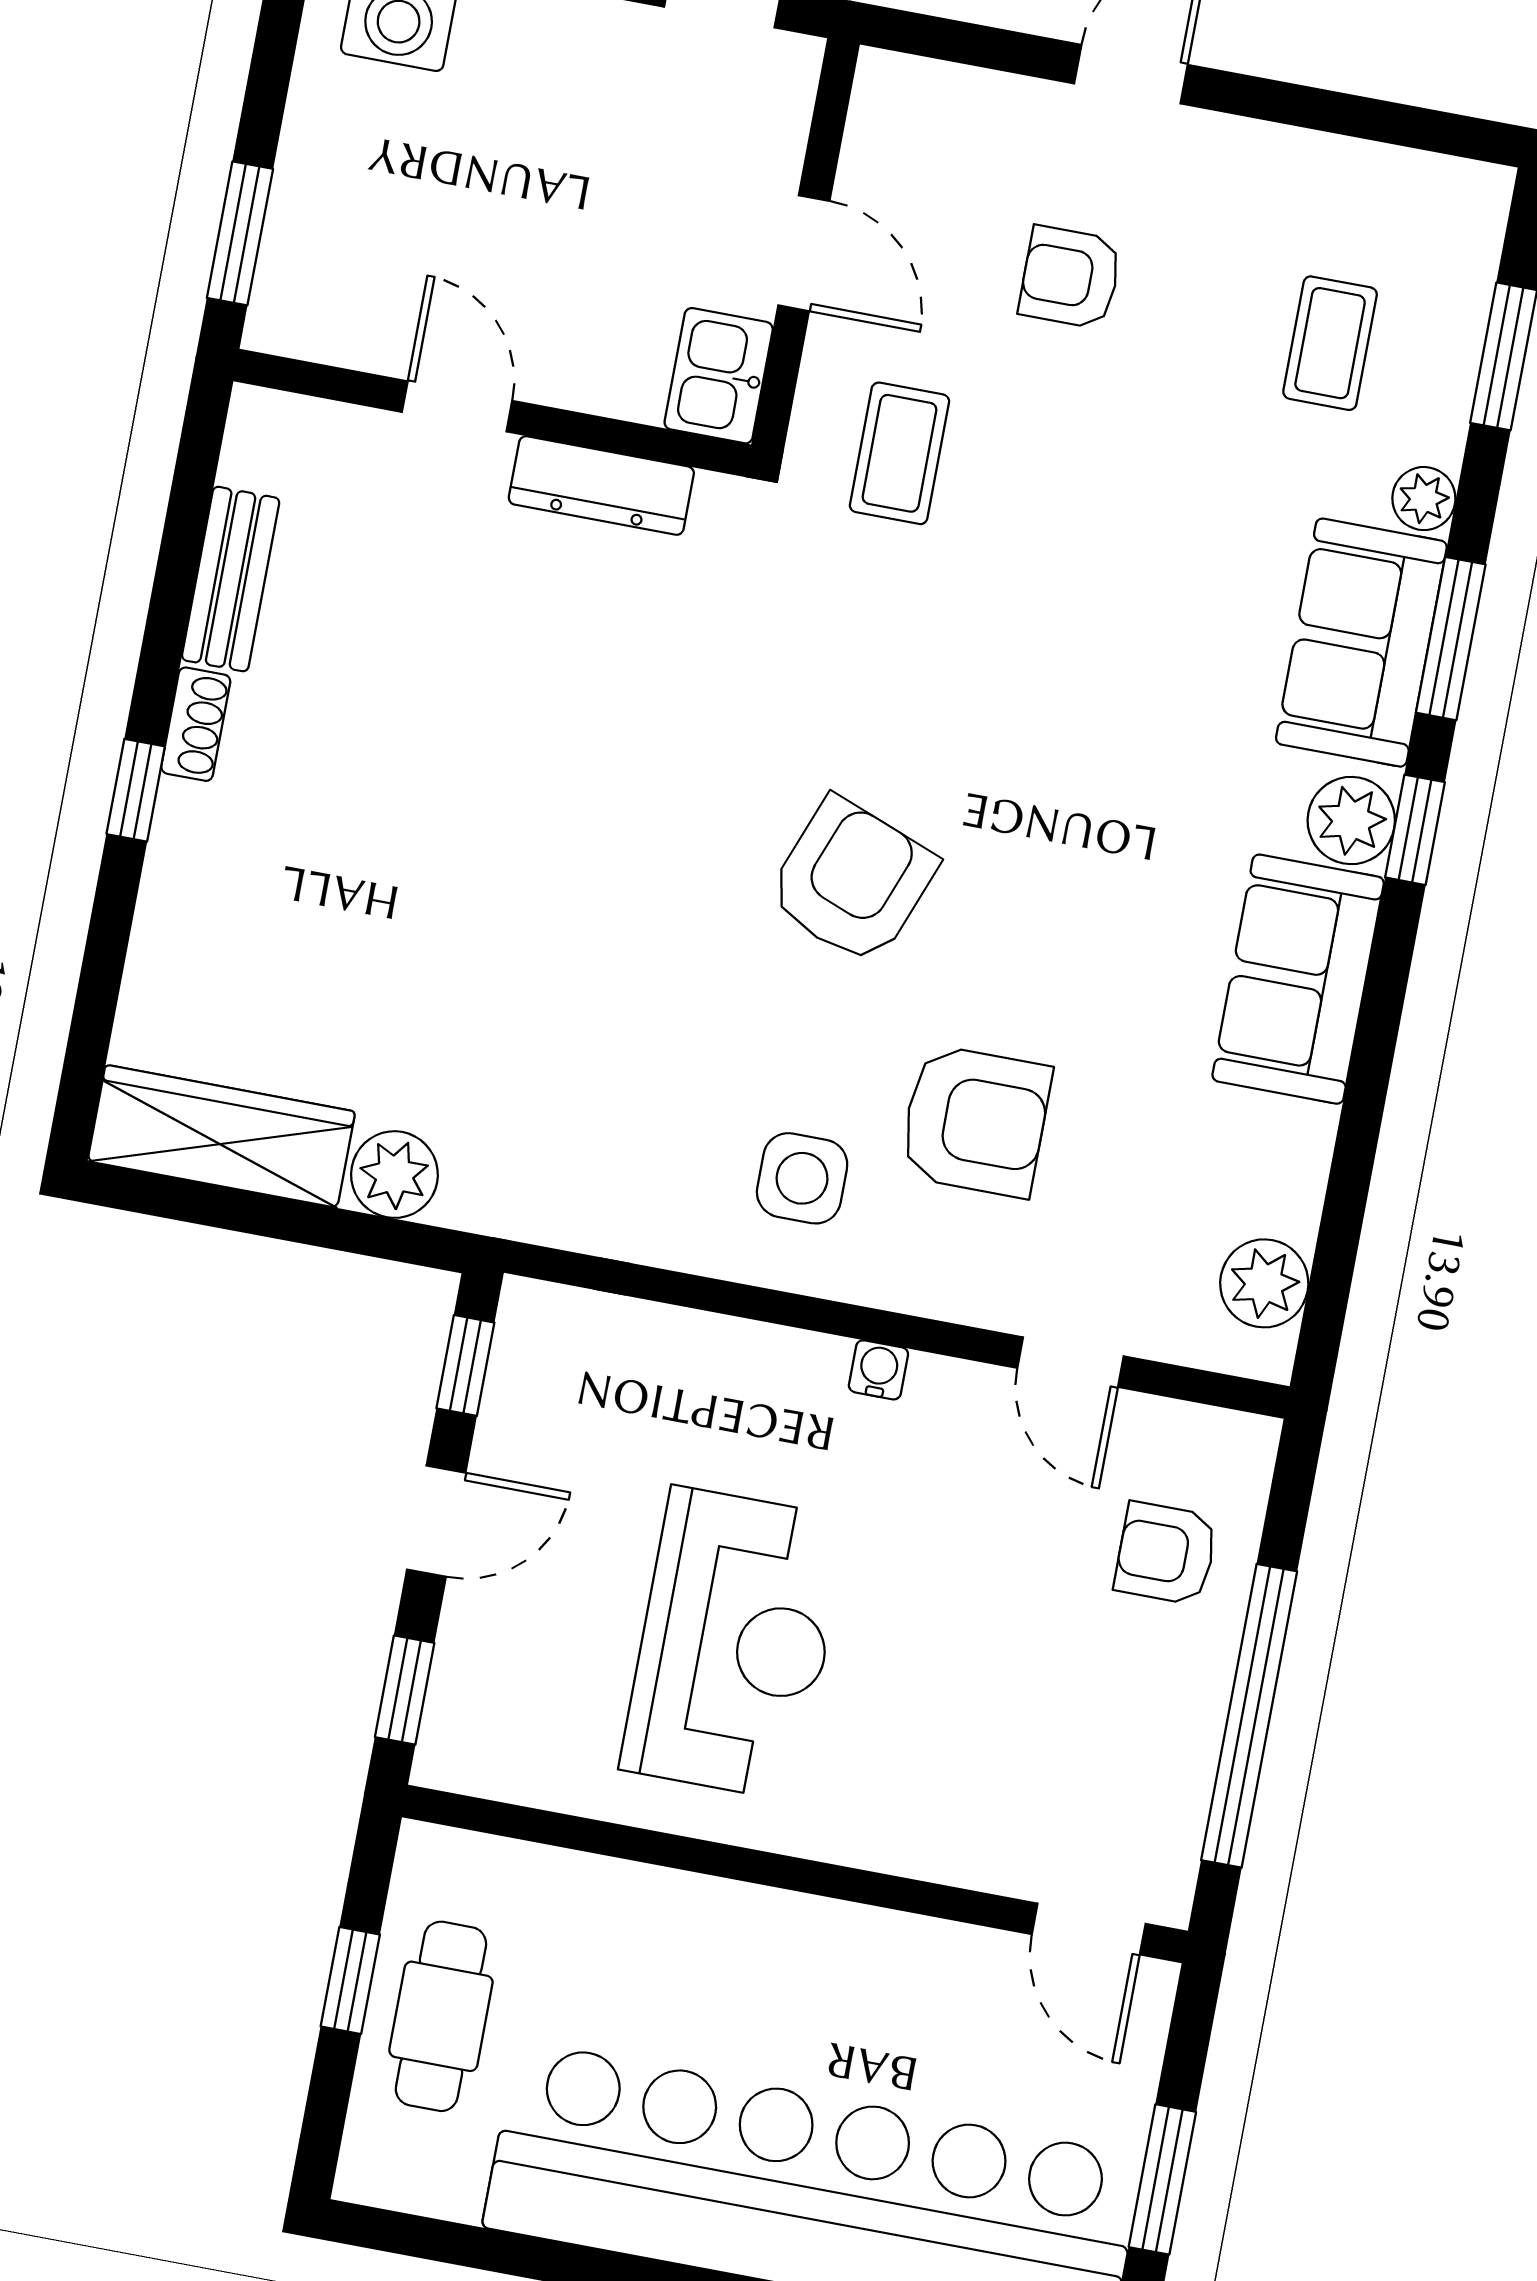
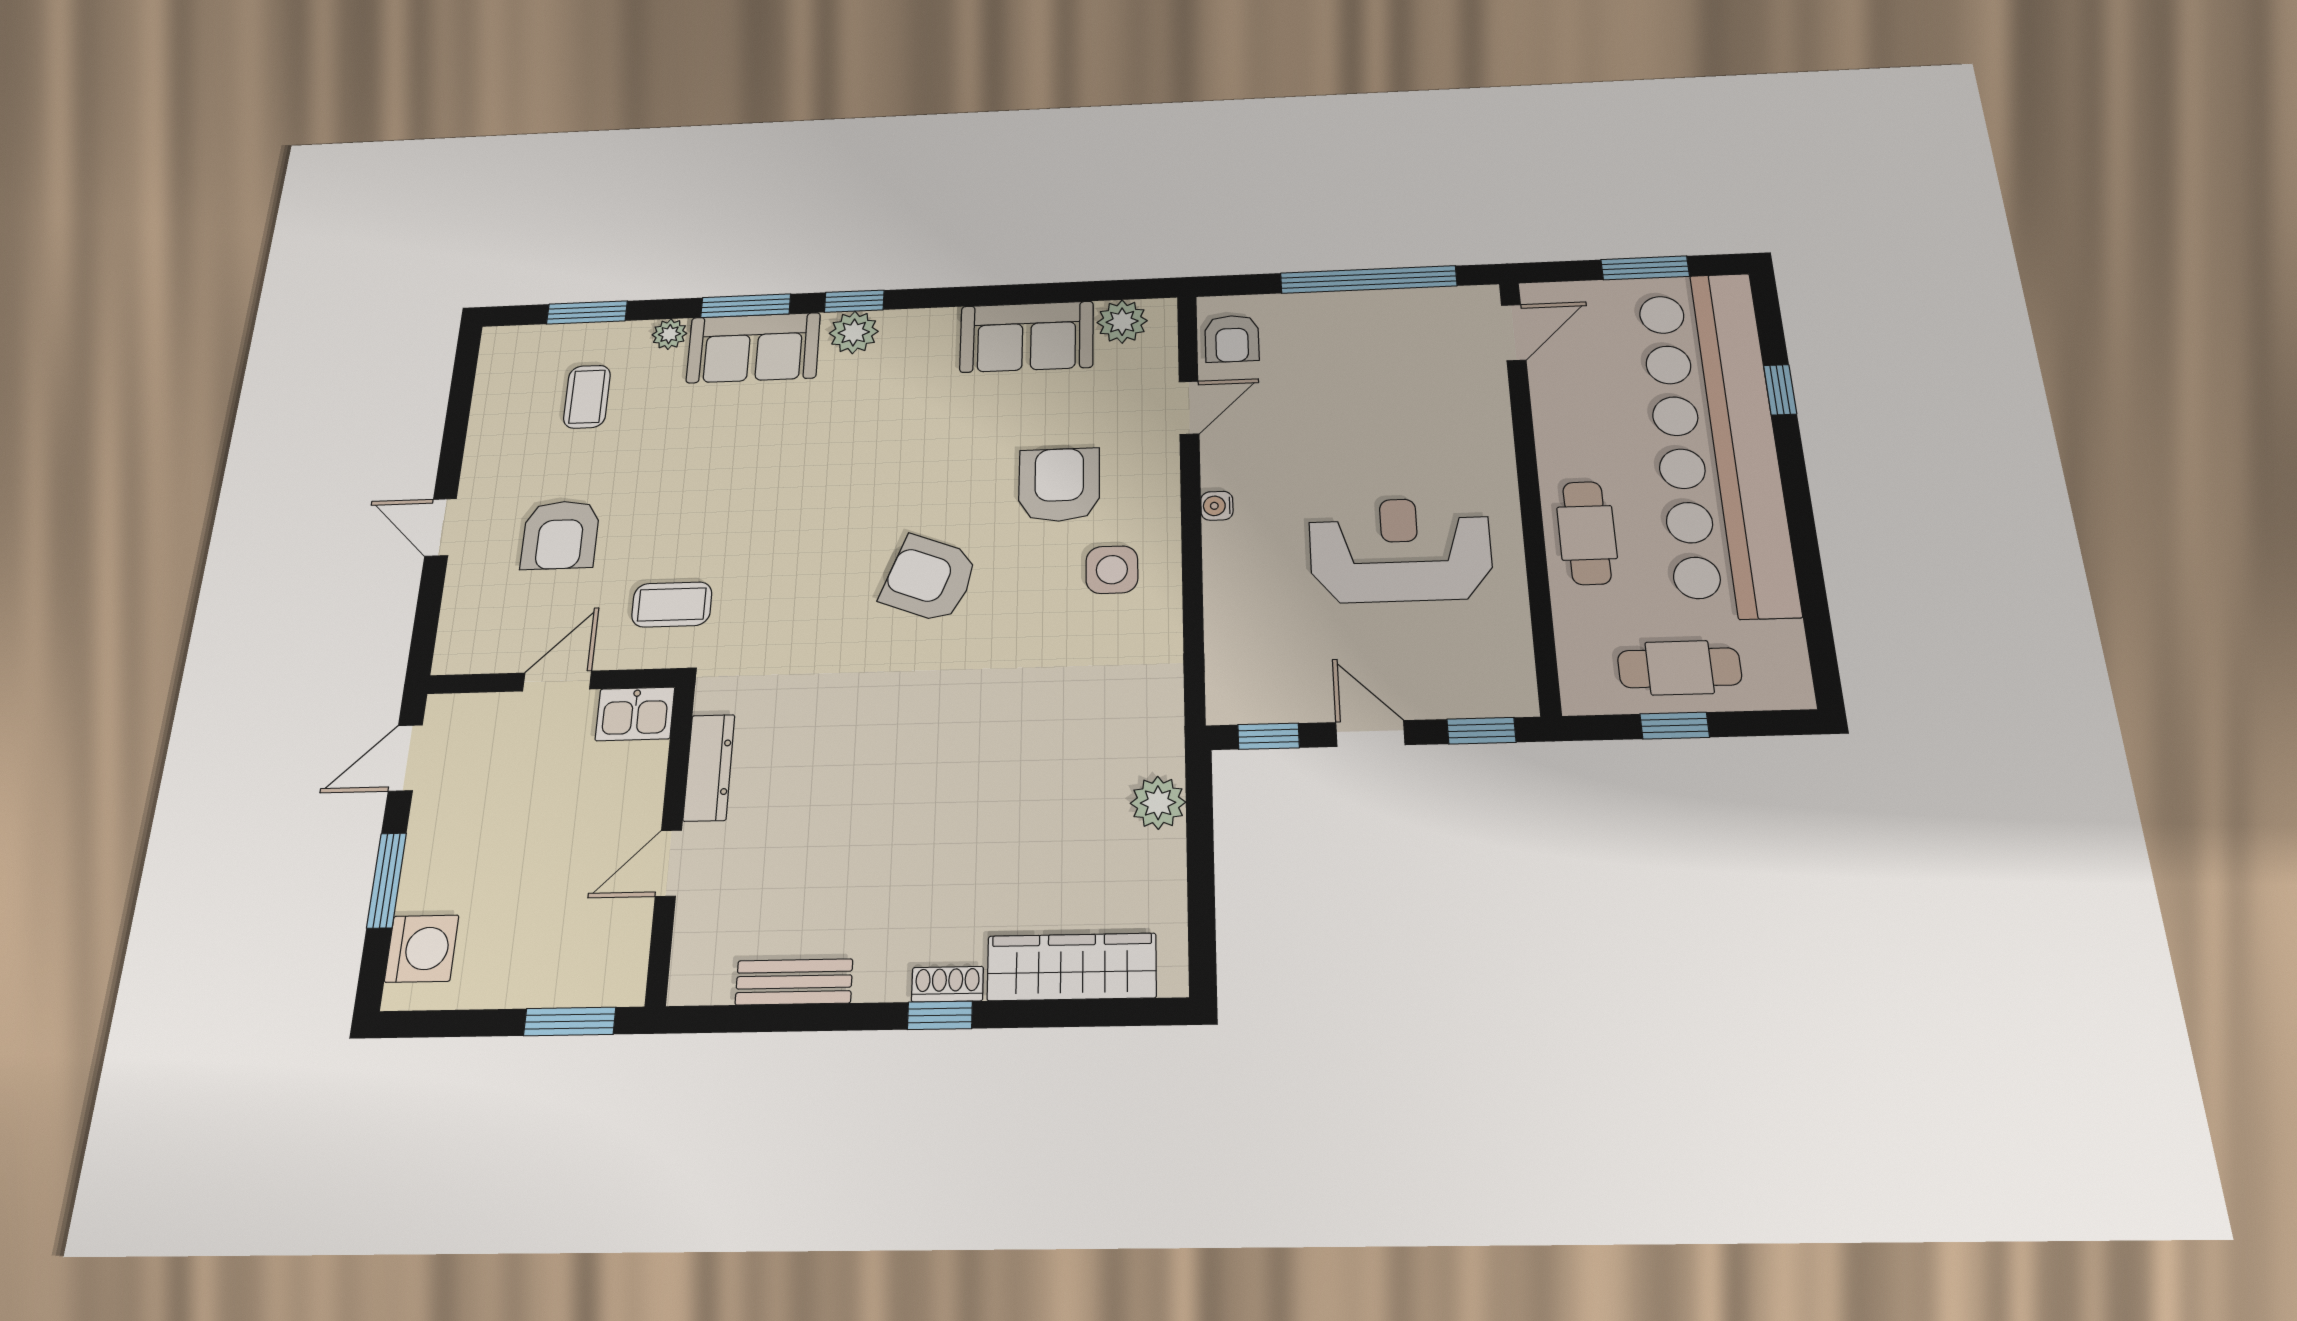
armchair: (1070, 277) -> (560, 535), width x1.38, depth x1.38
coffee table: (1330, 343) -> (587, 397), turned 90
shoe rack: (196, 724) -> (947, 984), moved
sofa: (1298, 979) -> (1027, 337), moved
wardrobe: (221, 1136) -> (1072, 967), moved, turned 90
armchair: (1166, 1553) -> (1232, 339), moved
cafe table: (698, 1943) -> (1587, 533), added

